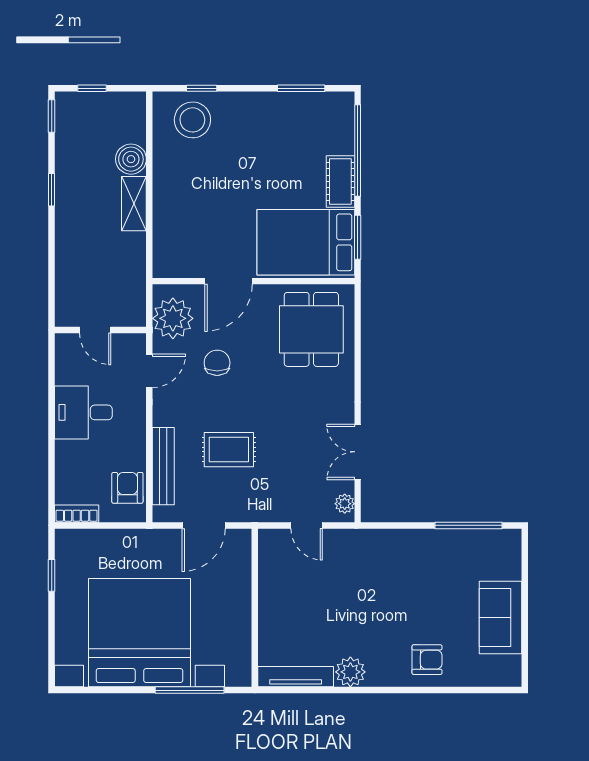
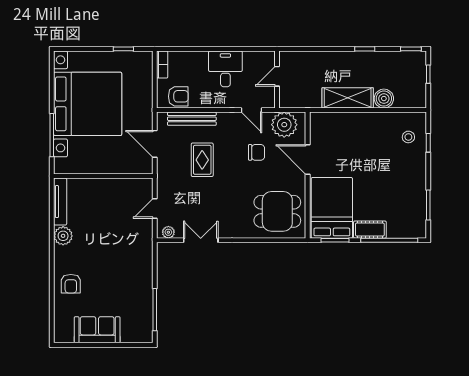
stool: (192, 120) -> (408, 137), width x0.53, depth x0.53
shelving: (134, 204) -> (348, 98), width x1.50, depth x1.33

